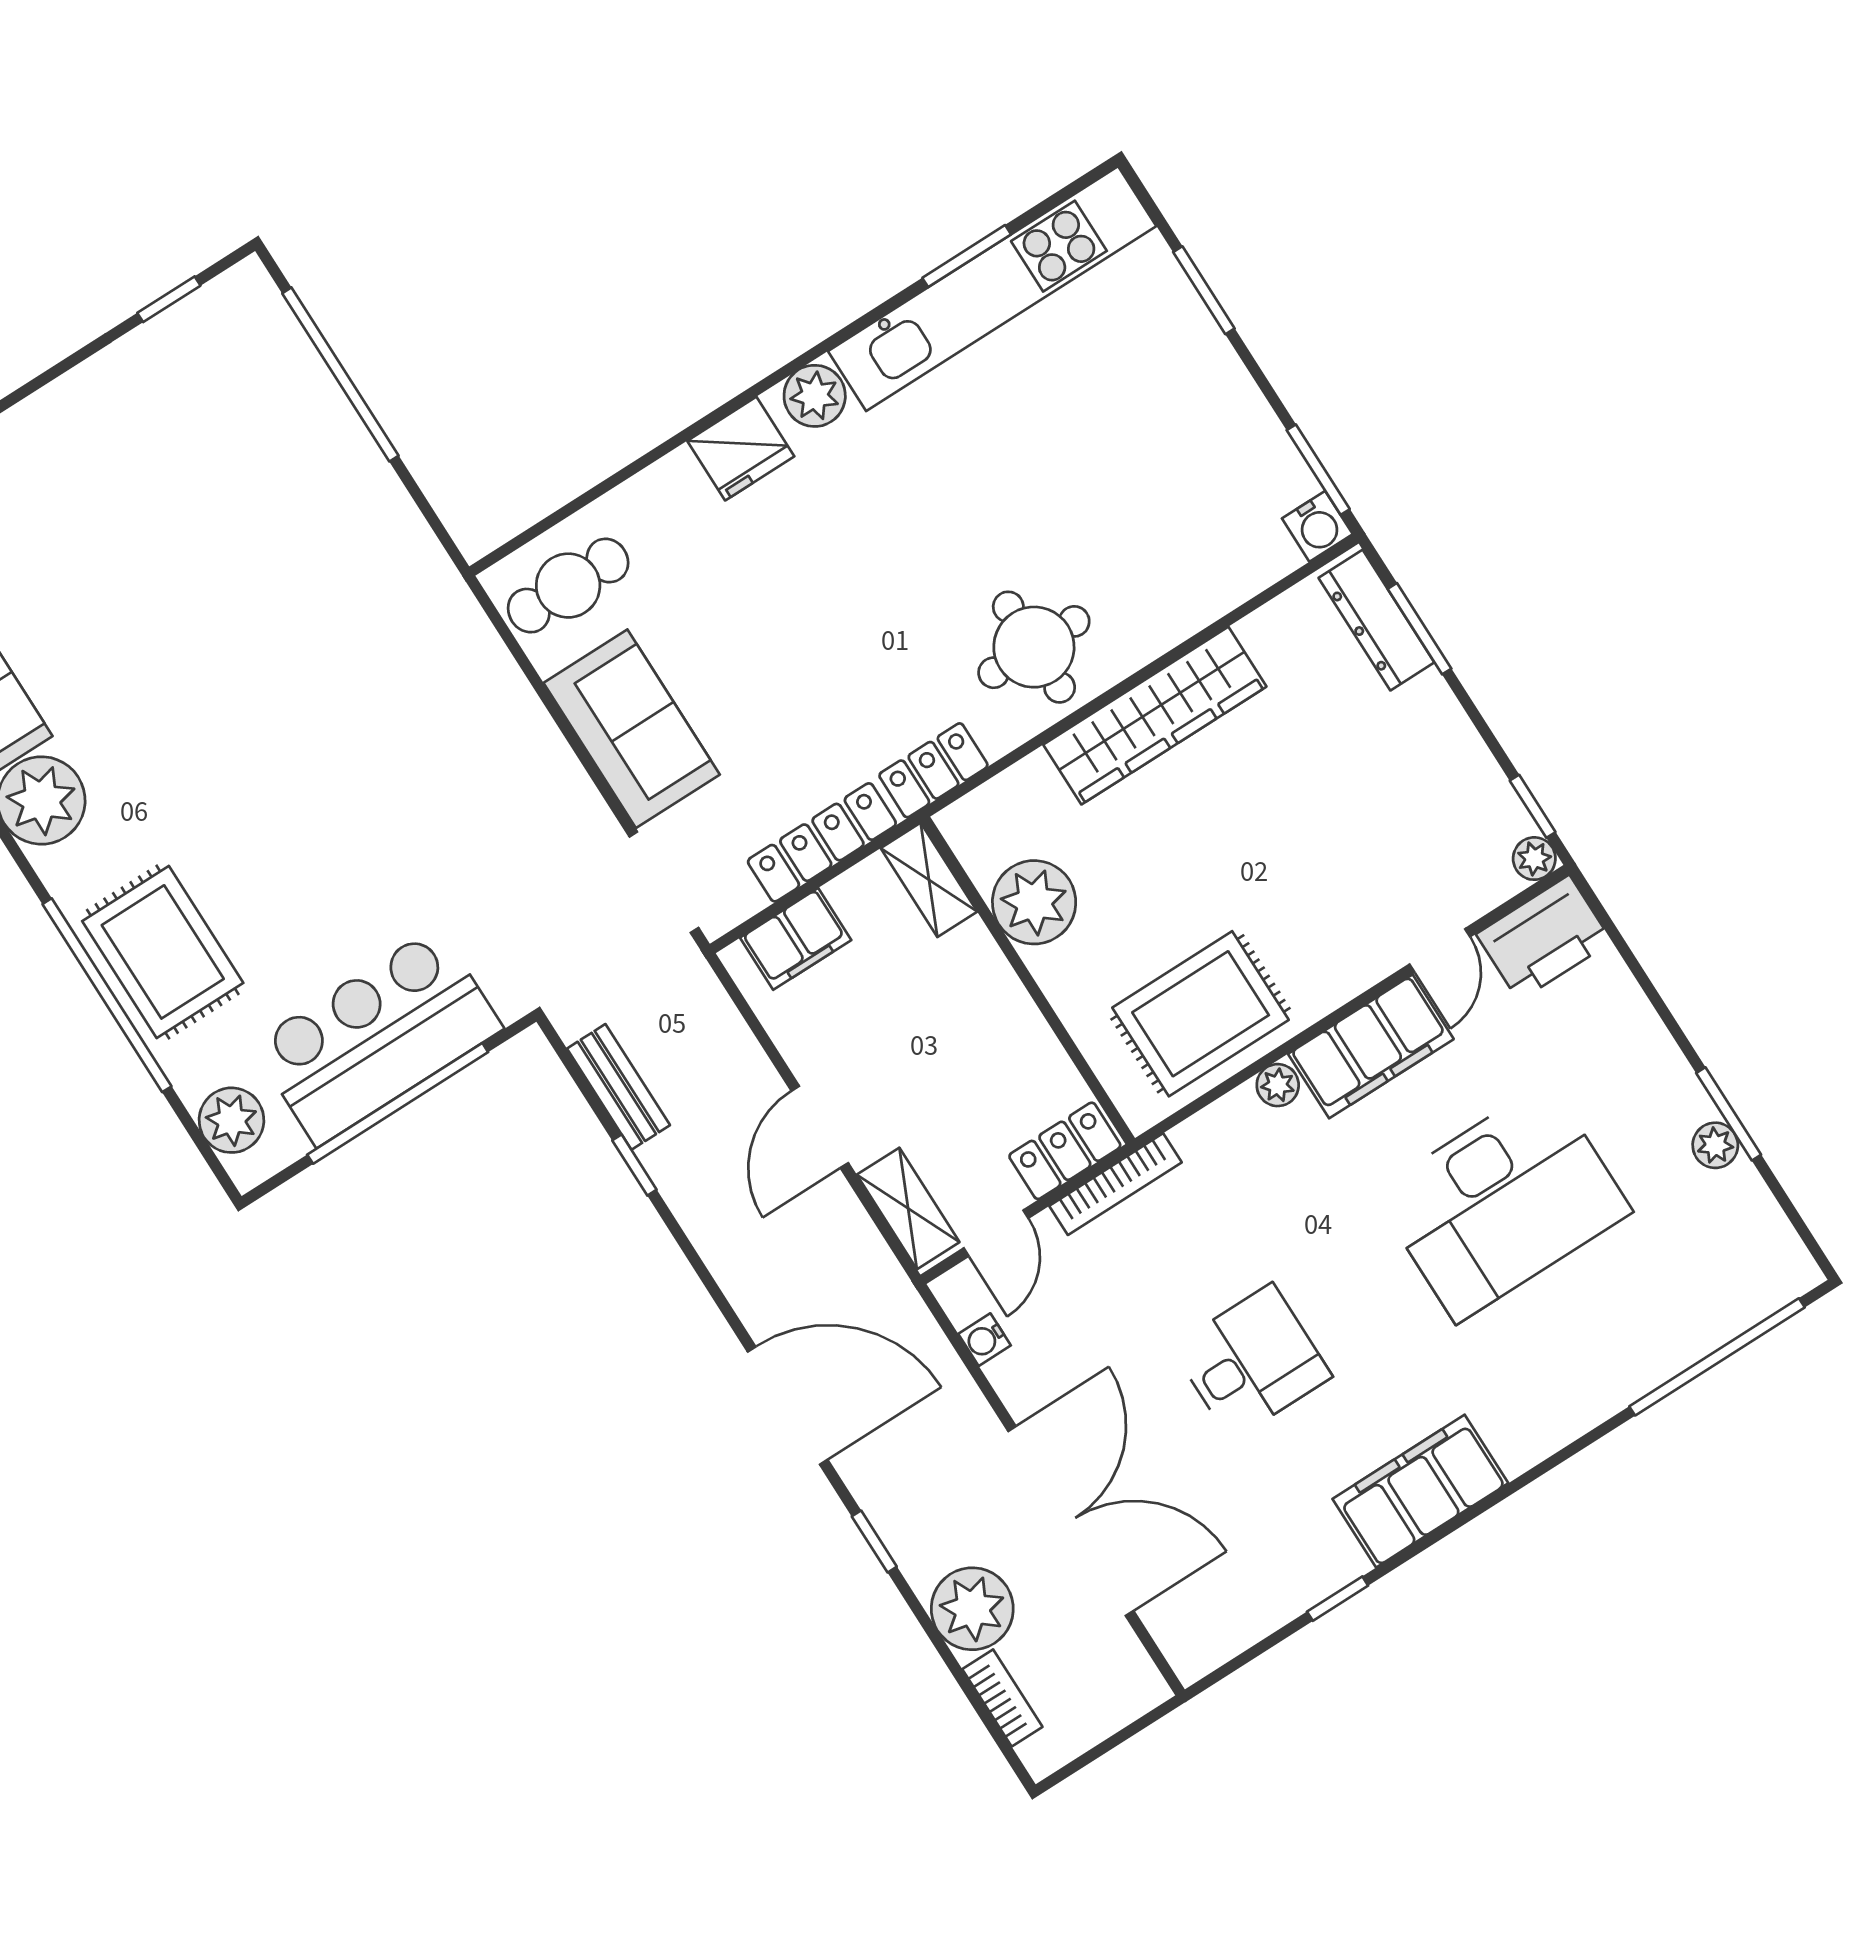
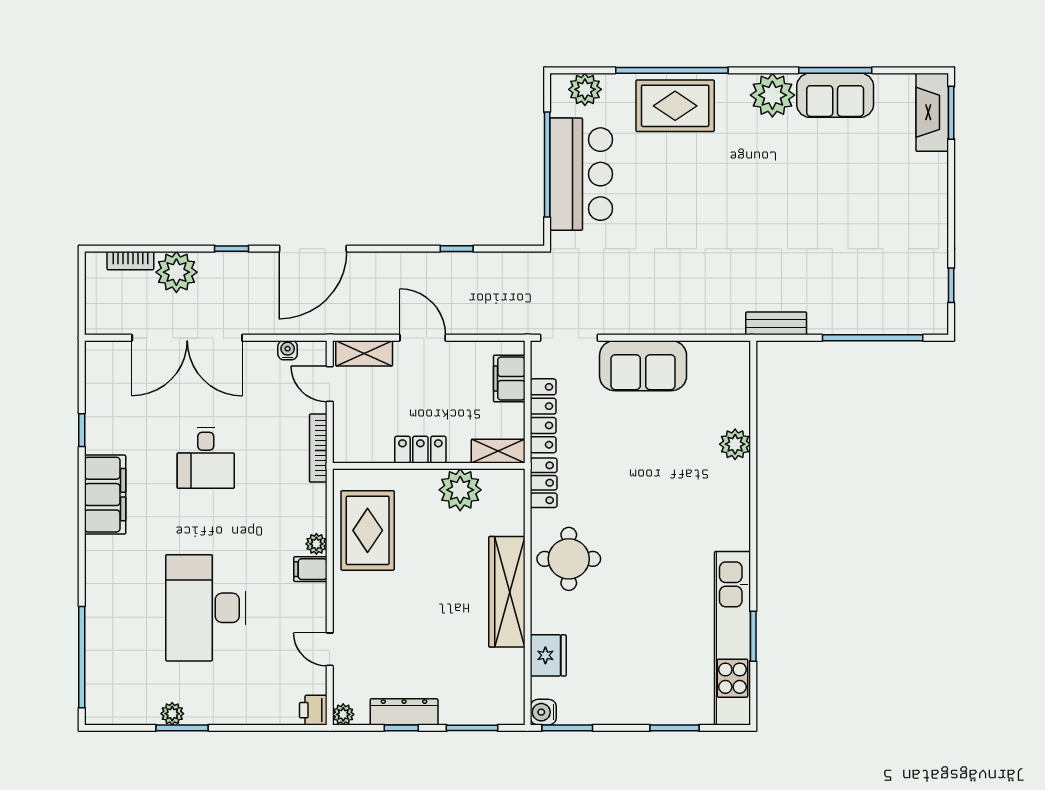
plant: (815, 396) -> (735, 444), moved
fridge: (741, 449) -> (548, 655), moved, turned 180
cafe table: (568, 586) -> (721, 377), removed
dresser: (1376, 620) -> (404, 712), moved
window: (1533, 806) -> (401, 728), moved
printer: (1544, 938) -> (313, 710), width x0.53, depth x0.68
filing cabinet: (1371, 1046) -> (310, 569), width x0.33, depth x0.86
bench: (618, 1087) -> (776, 323), moved
locker: (1065, 1151) -> (420, 450), moved, turned -90

